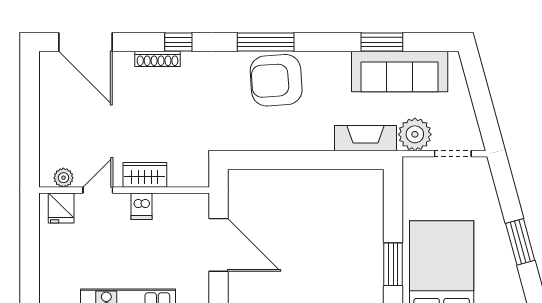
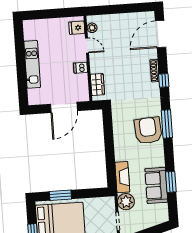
sofa: (400, 72) -> (156, 185), width x0.73
wardrobe: (145, 175) -> (97, 85), moved

